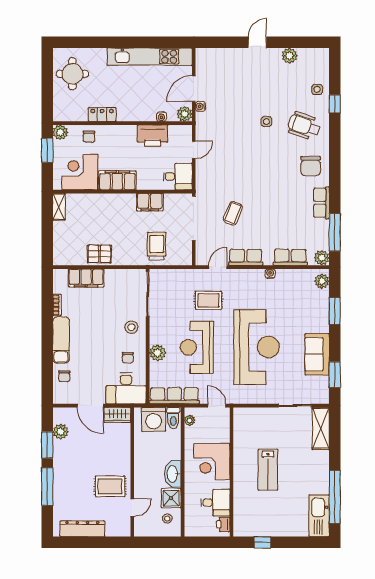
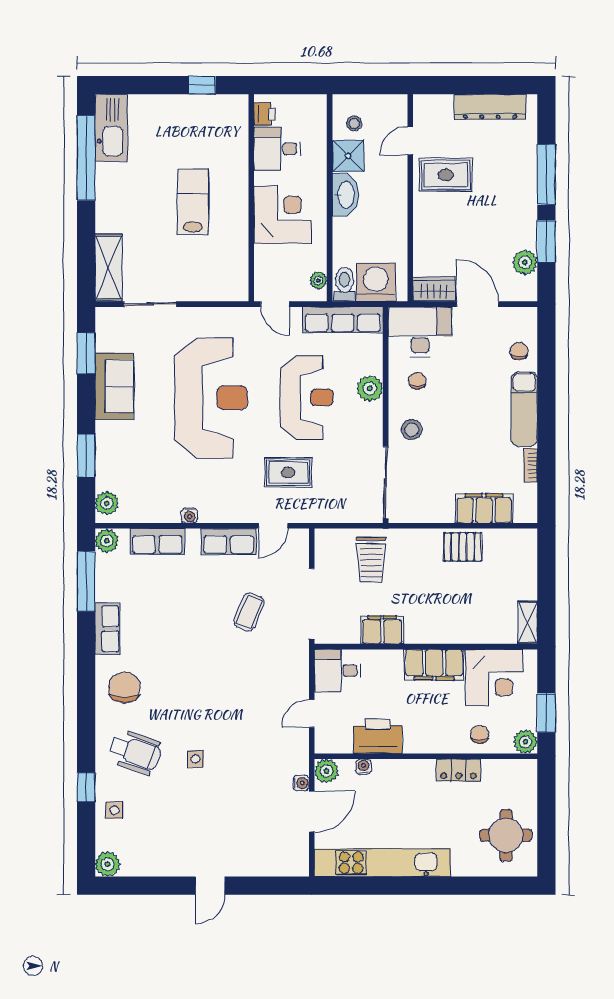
plant: (289, 56) -> (108, 864), moved
reception desk: (257, 347) -> (211, 398), turned 180

